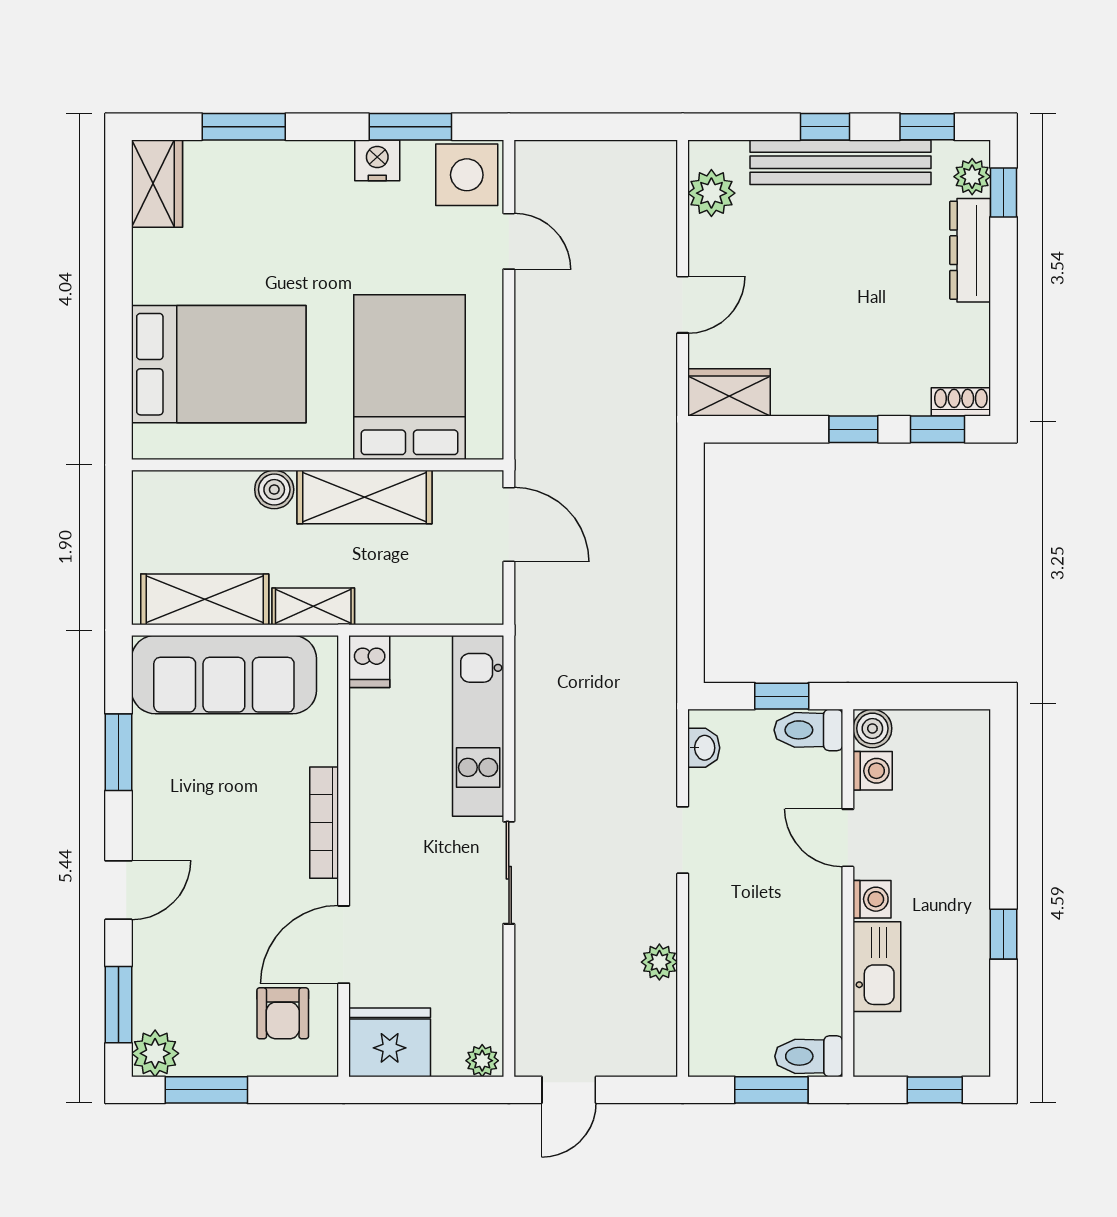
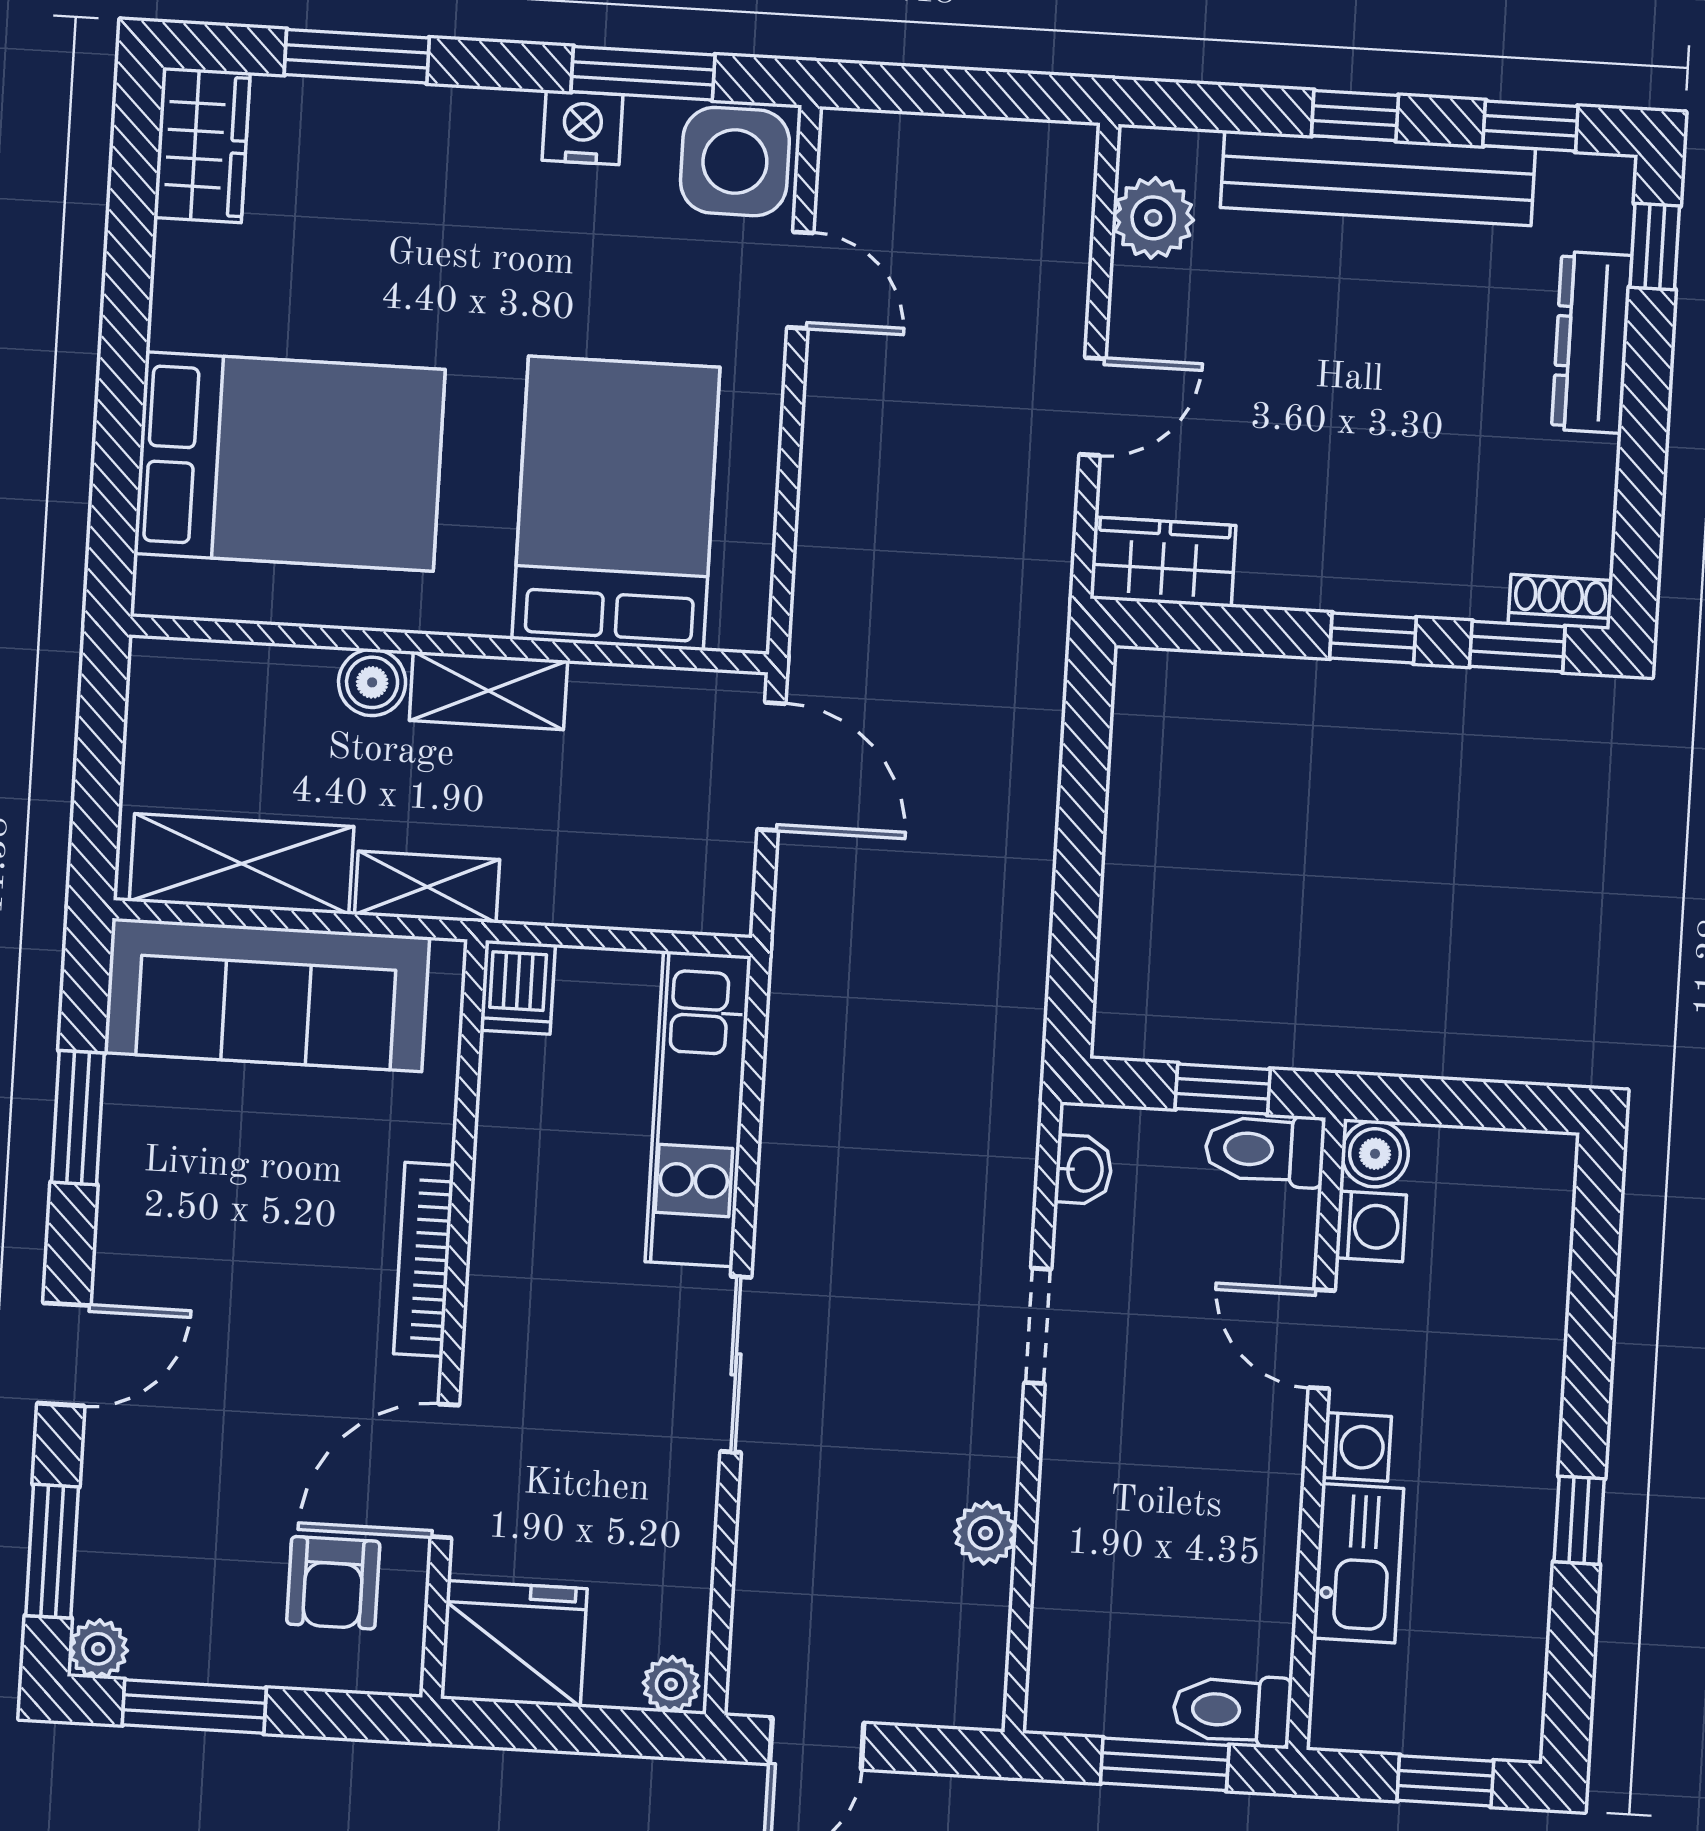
plant: (972, 177) -> (1603, 216), removed
shelving: (364, 497) -> (488, 691), width x0.67, depth x0.75
plant: (155, 1053) -> (98, 1649), width x0.73, depth x0.73

